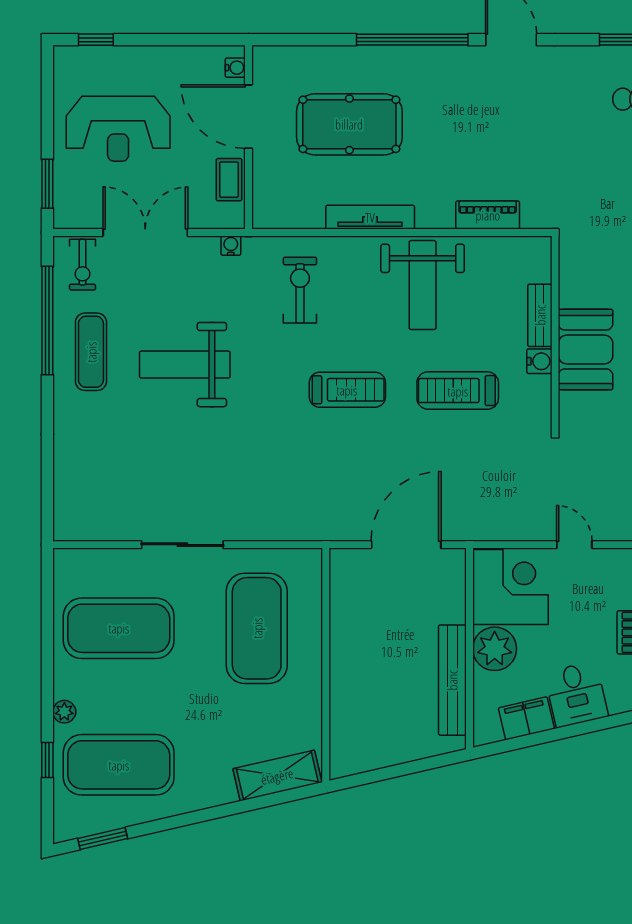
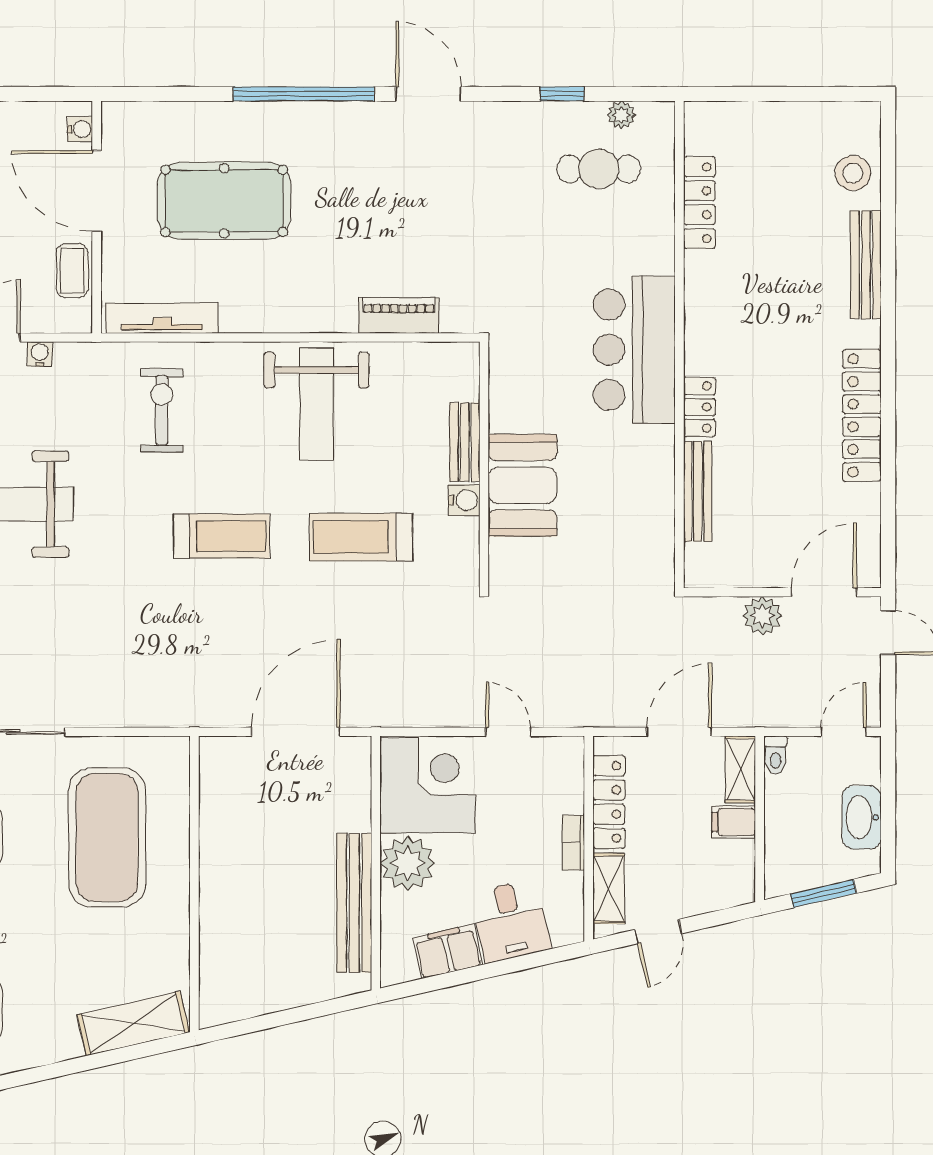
tv unit: (370, 217) -> (162, 318), moved
water cooler: (231, 246) -> (40, 354), moved

